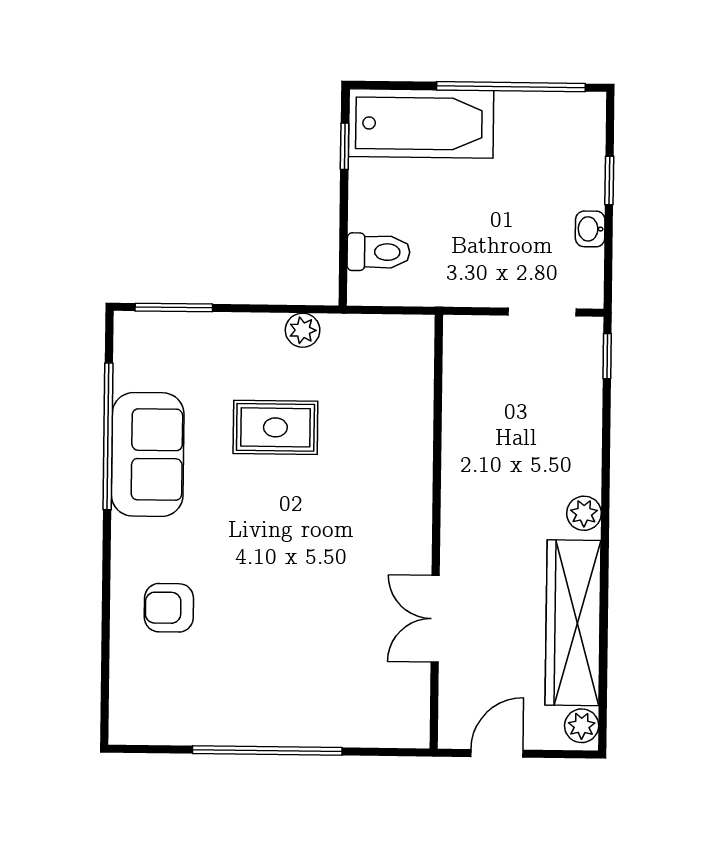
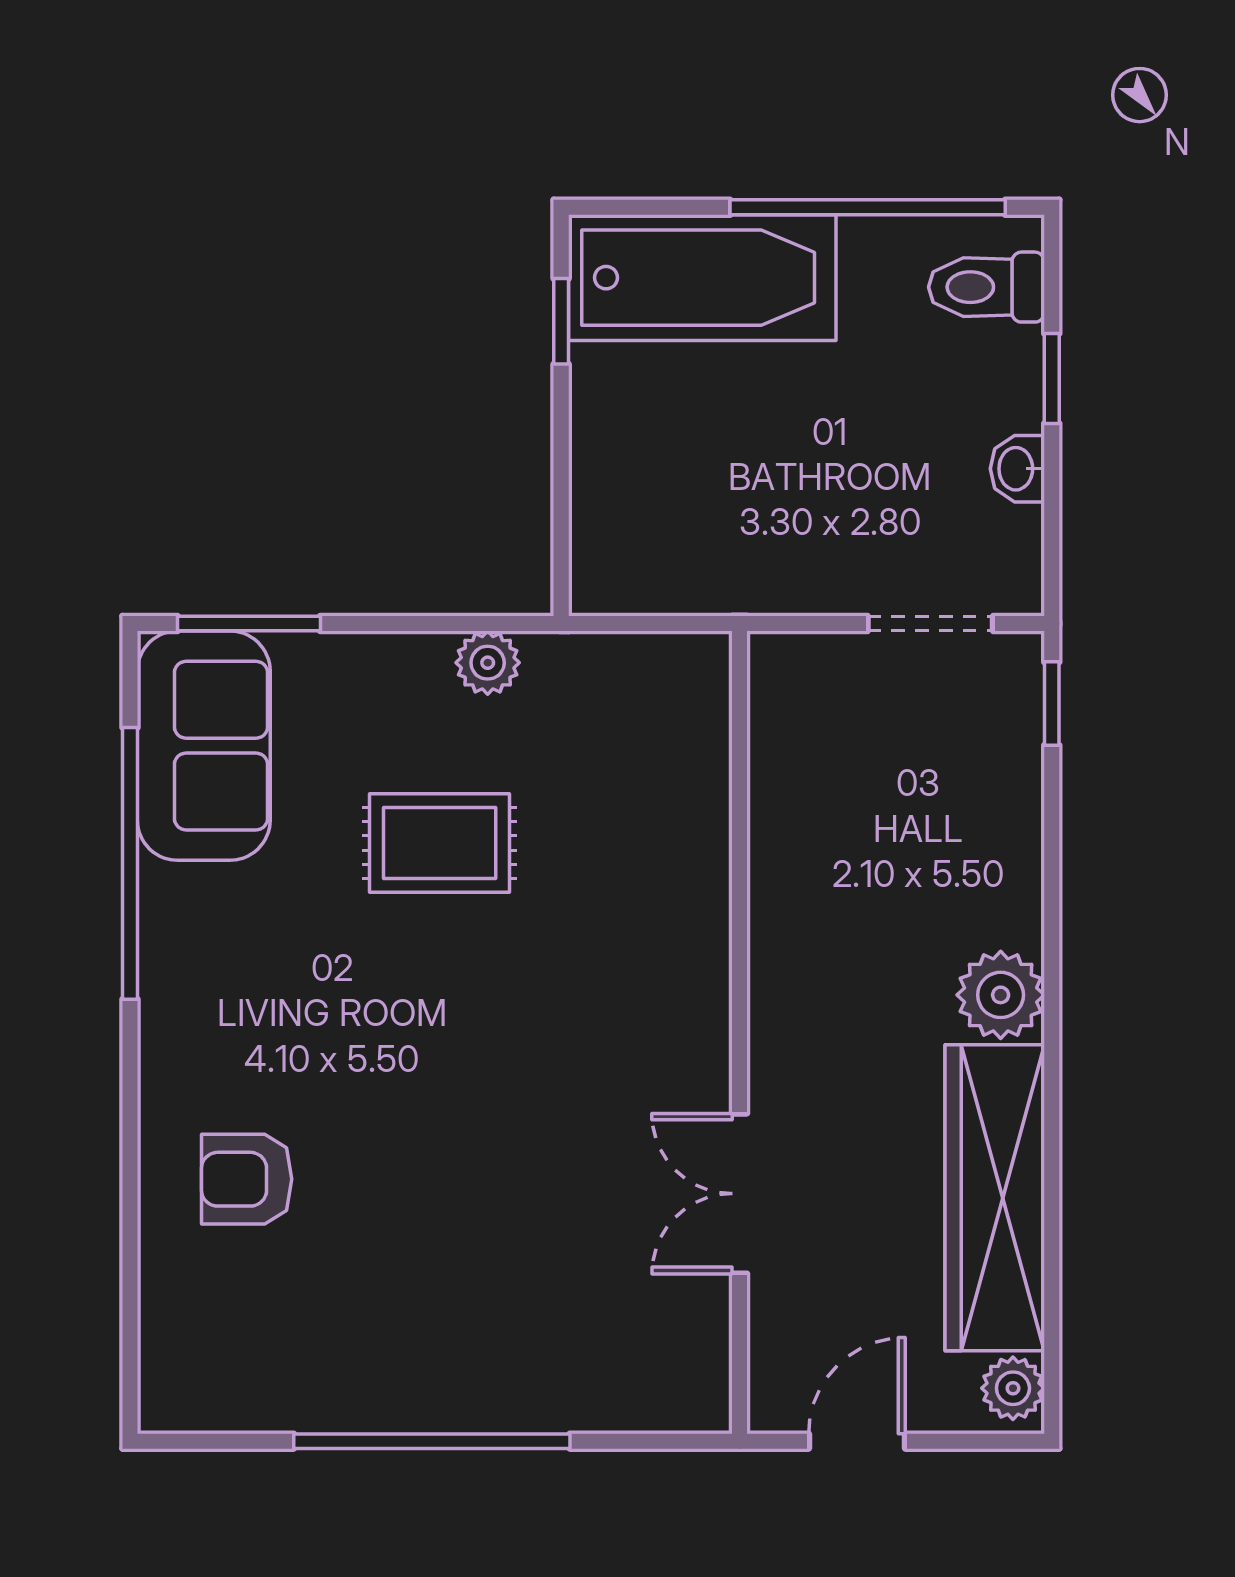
toilet: (379, 252) -> (987, 287), moved, turned 180
sofa: (148, 454) -> (204, 746), moved
plant: (584, 513) -> (1001, 995), width x1.38, depth x1.38

